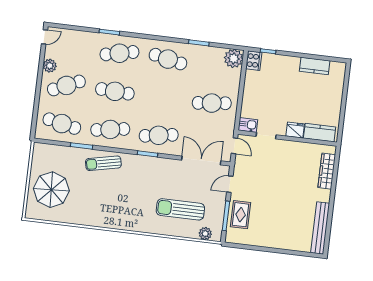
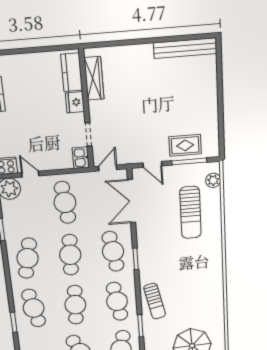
door: (242, 79) -> (30, 174), added
cafe table: (163, 97) -> (70, 255), added
wardrobe: (327, 171) -> (94, 78), moved, turned -90

